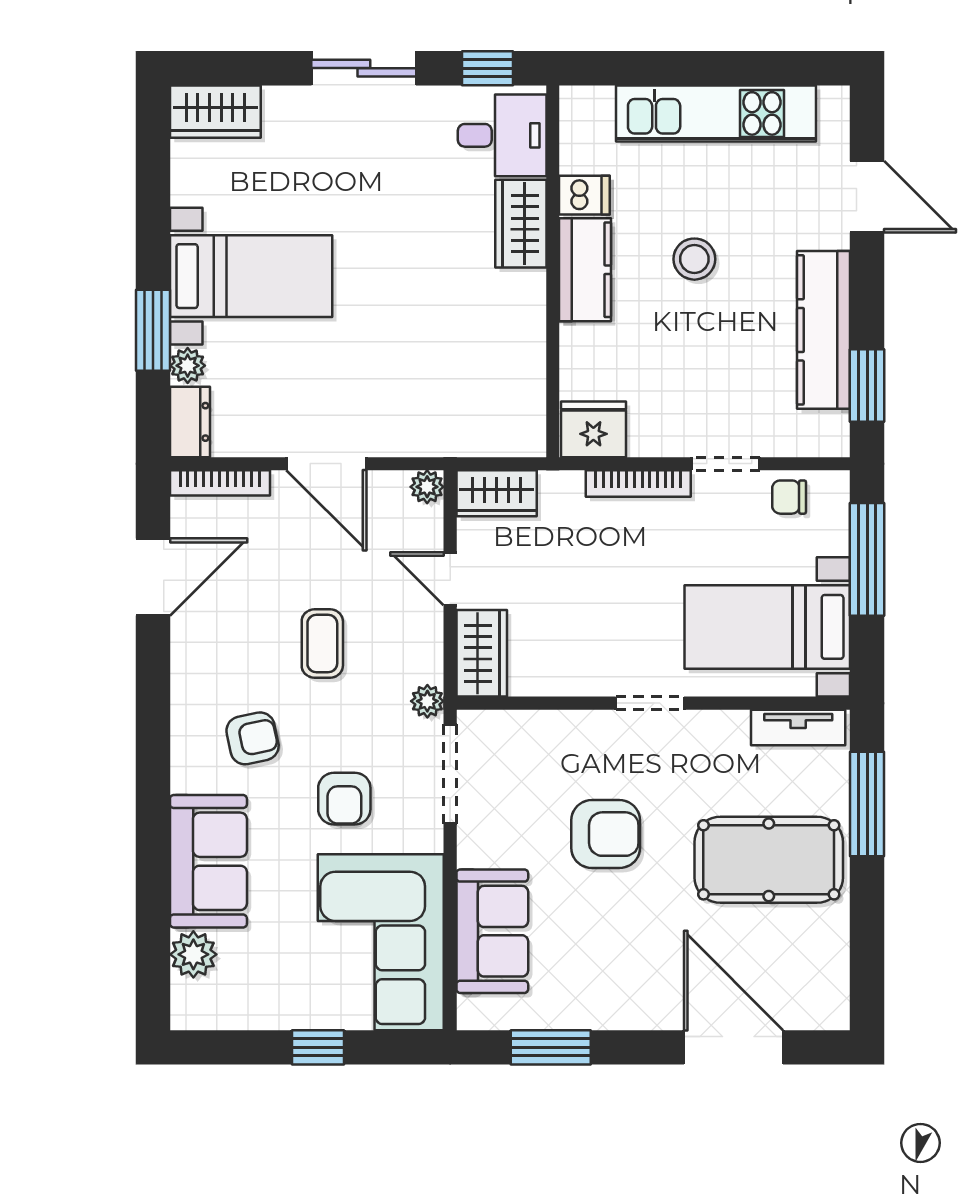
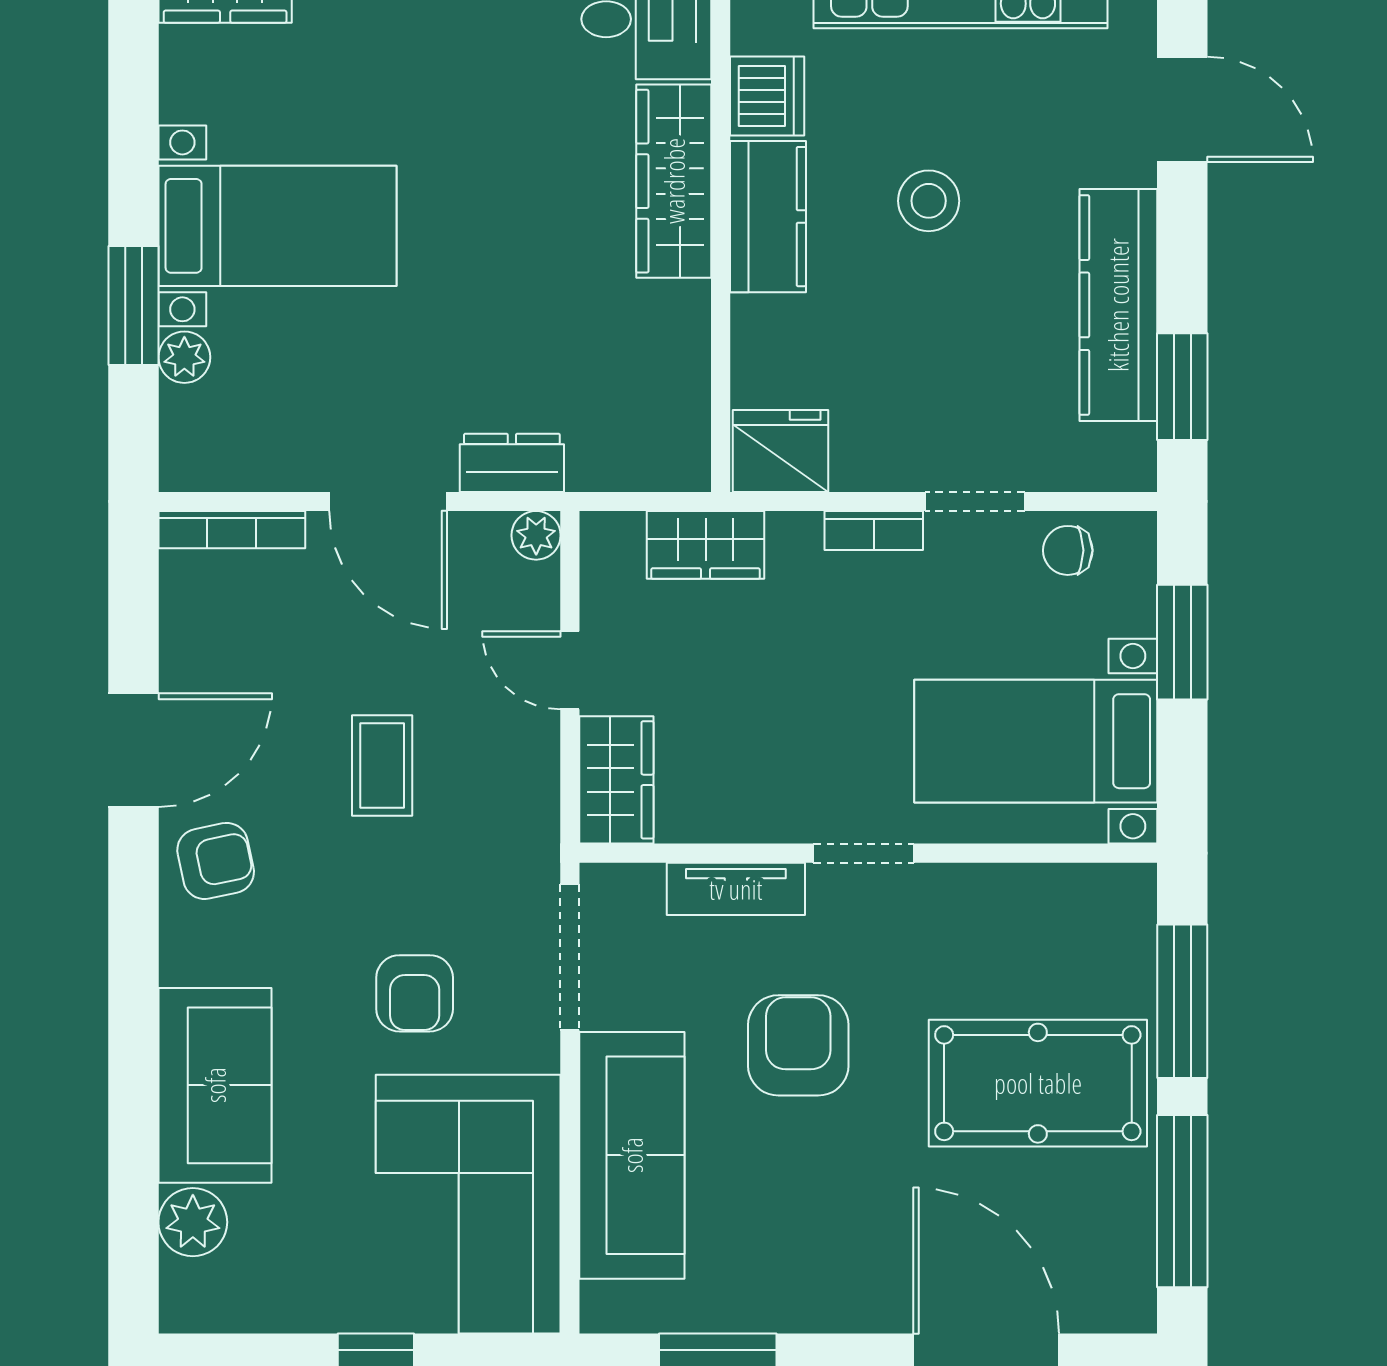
dishwasher: (584, 195) -> (767, 96), width x1.38
wardrobe: (521, 224) -> (674, 181), width x1.50
dresser: (190, 422) -> (512, 463), moved, turned -90
bookcase: (638, 484) -> (874, 531), width x0.64
wardrobe: (497, 493) -> (706, 545), moved
window: (867, 559) -> (1182, 642), width x0.69
door: (153, 577) -> (133, 750), moved
plant: (427, 701) -> (536, 850), removed
tv unit: (798, 728) -> (736, 889), moved
armchair: (253, 738) -> (216, 861), moved
armchair: (606, 834) -> (798, 1045), turned -90
sofa: (492, 931) -> (632, 1155), width x1.36
window: (867, 940) -> (1182, 1201), added

